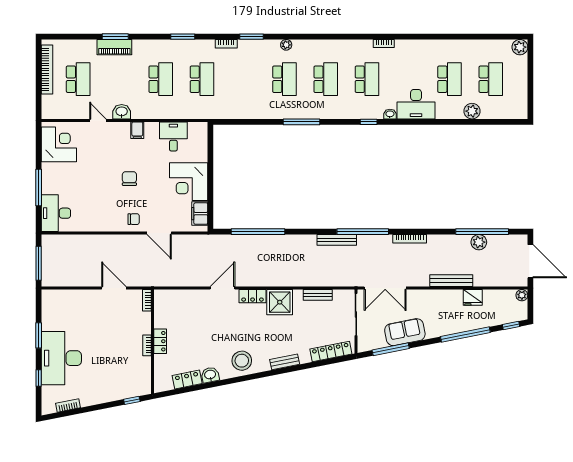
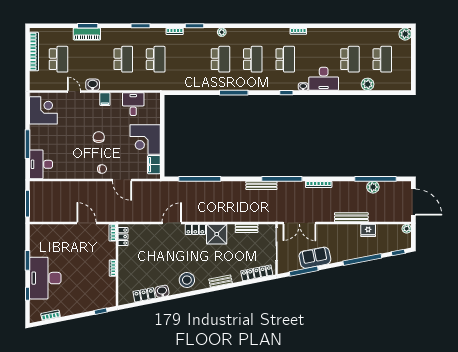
locker: (160, 341) -> (123, 237), moved

